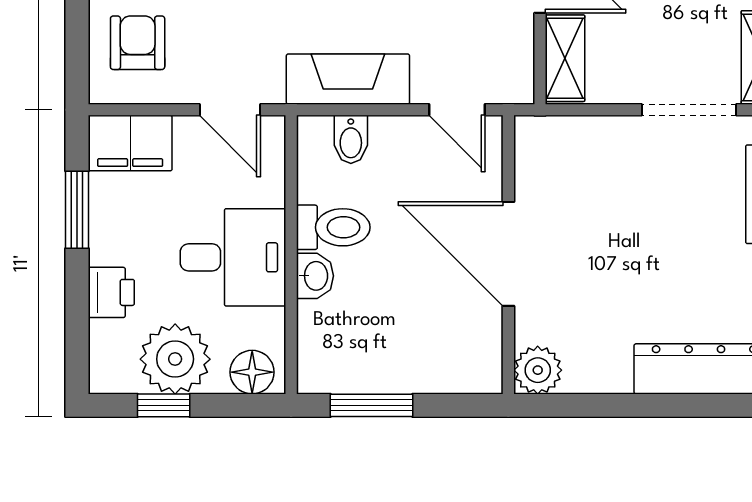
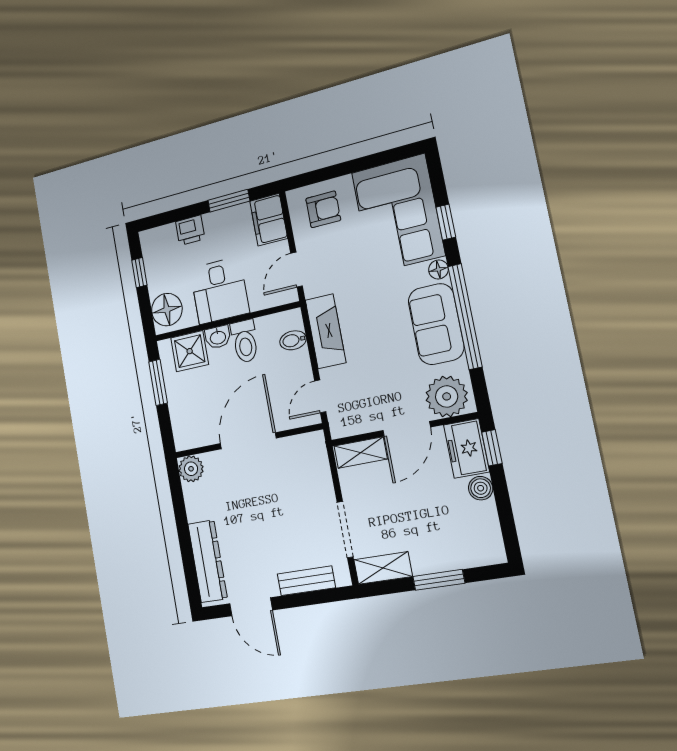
shower: (328, 334) -> (190, 351), added
plant: (175, 359) -> (163, 273), removed
floor lamp: (252, 372) -> (167, 310), width x1.38, depth x1.38

